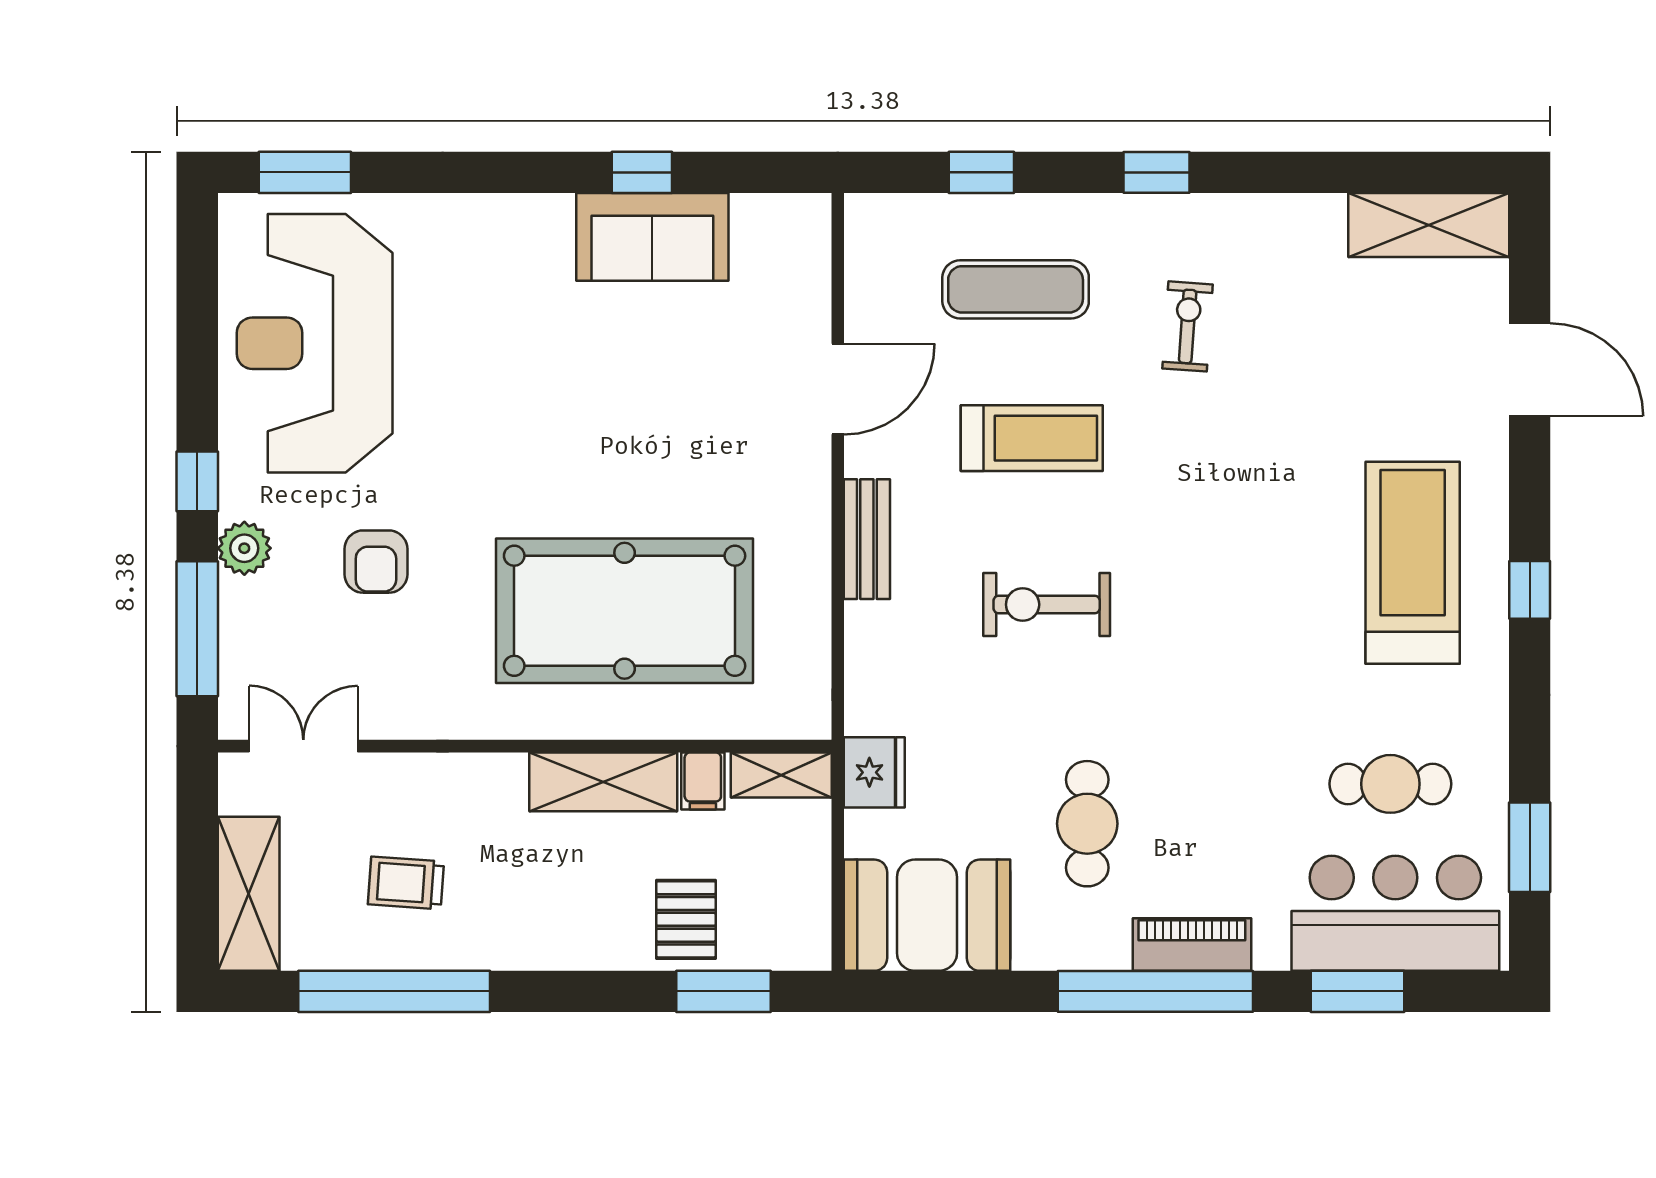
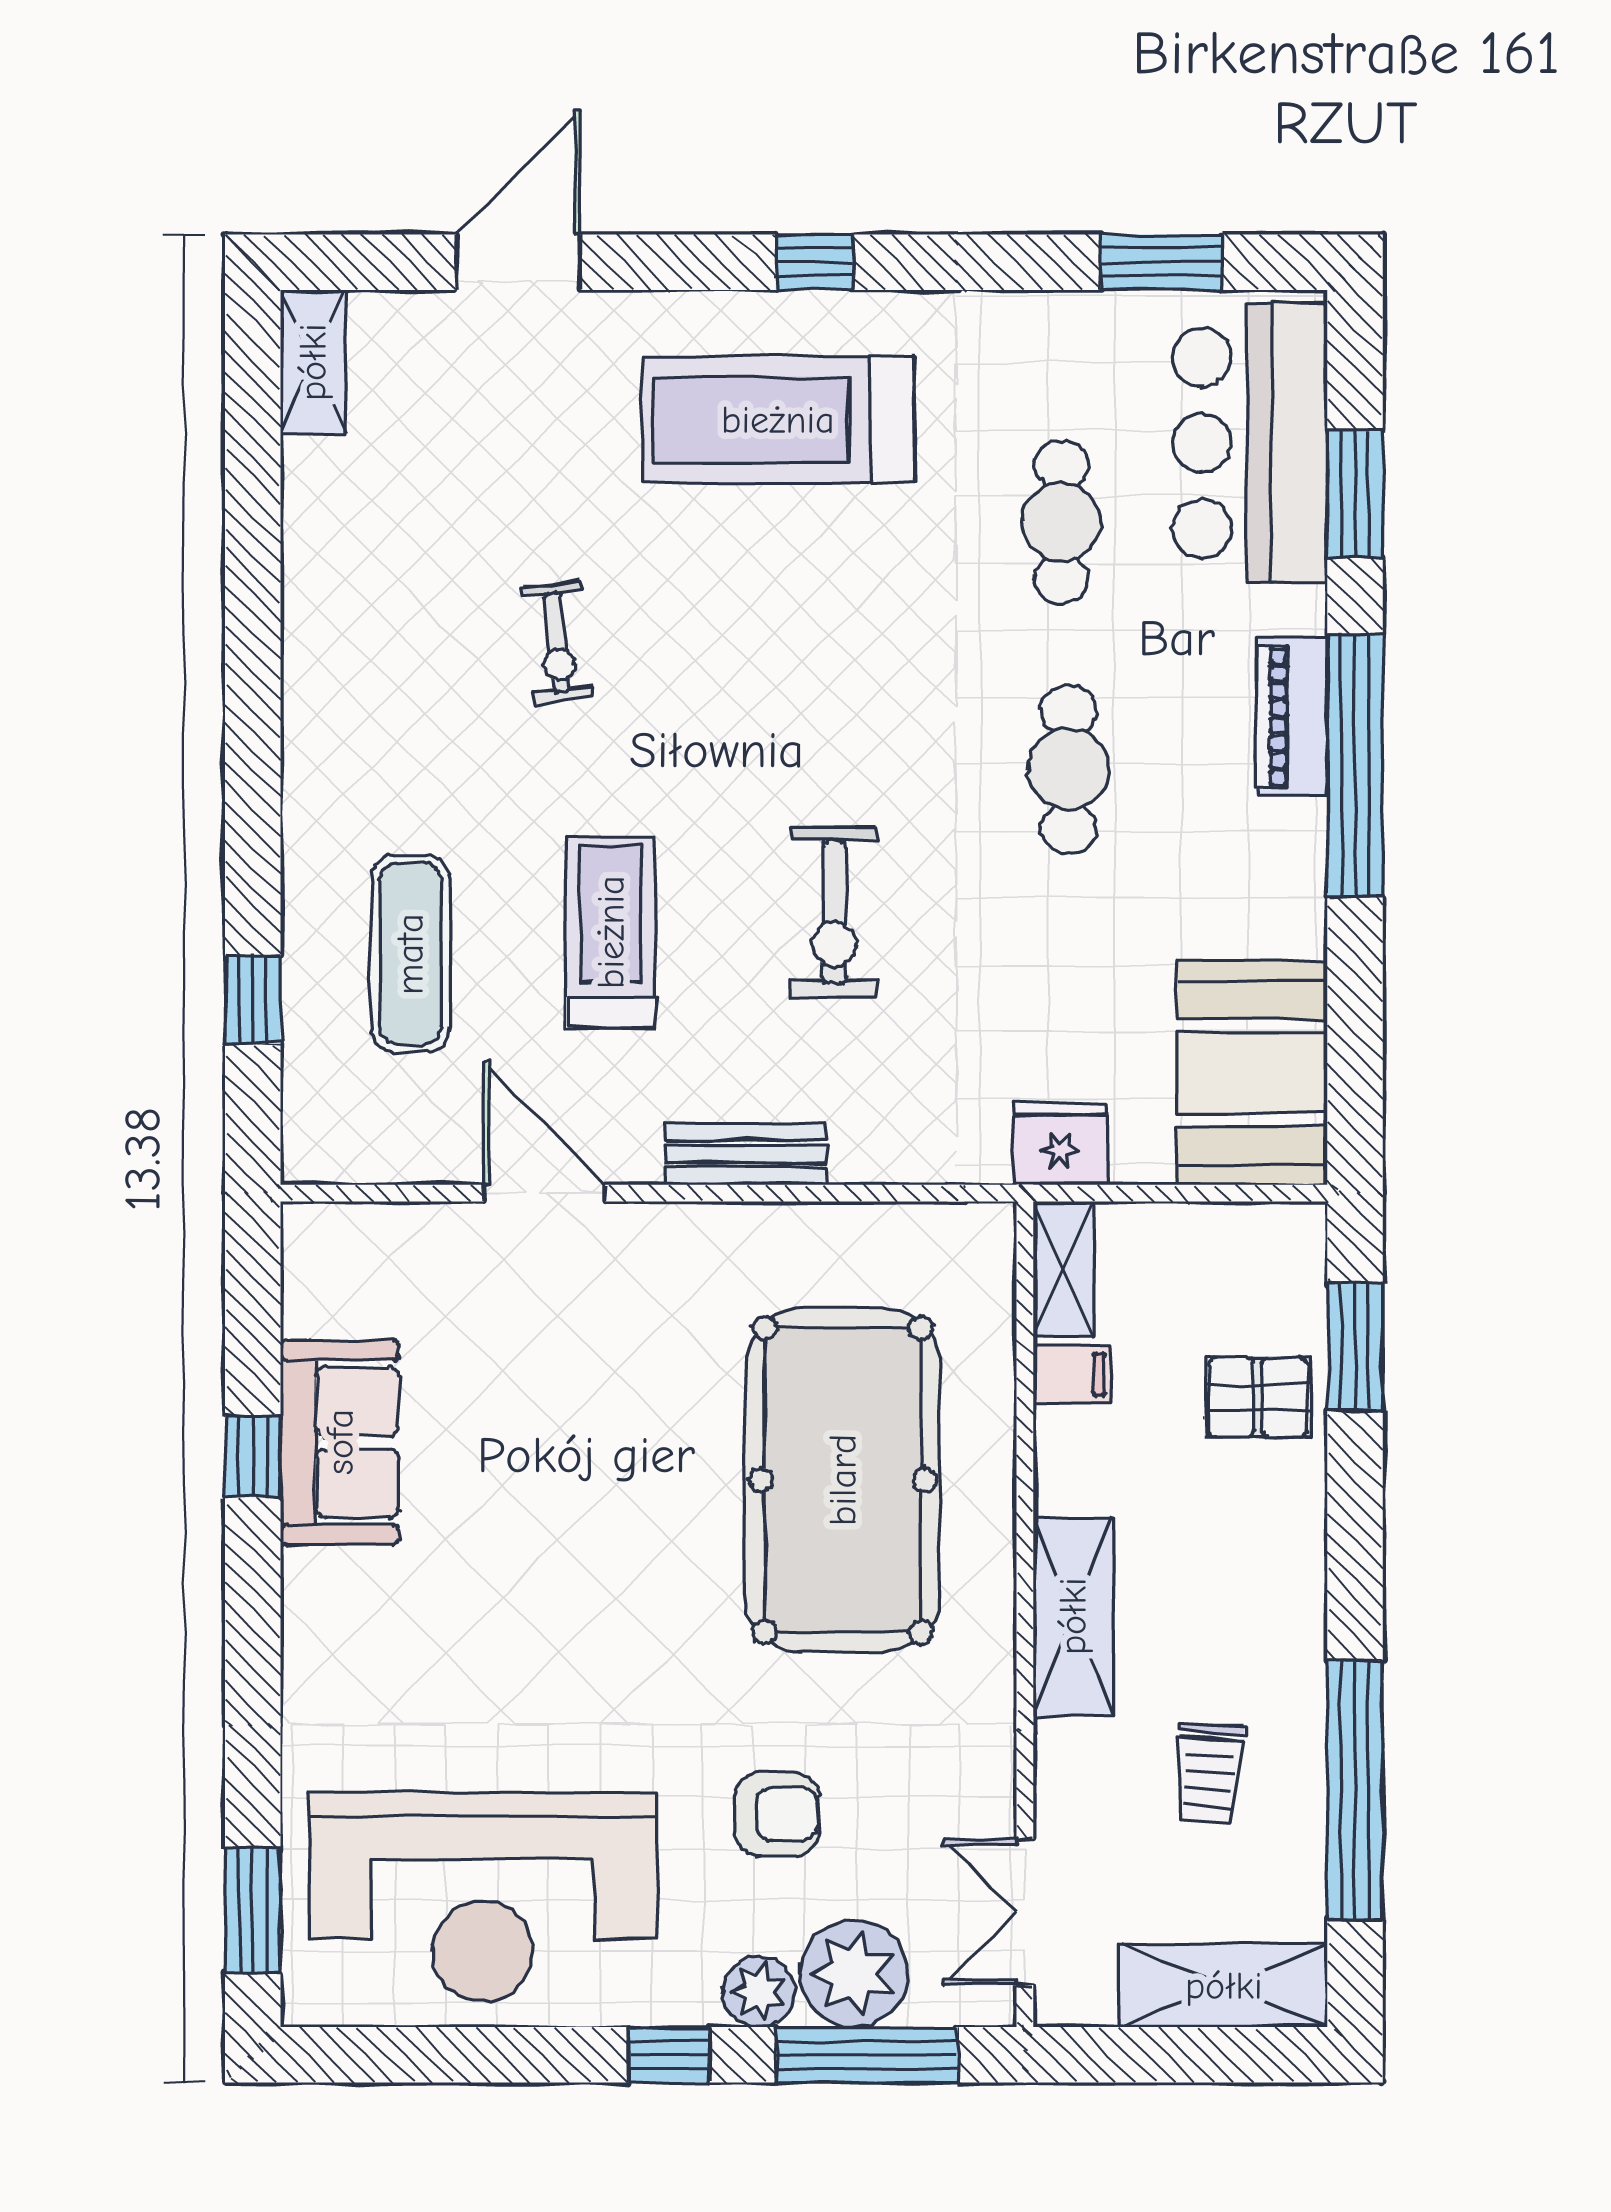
window: (1156, 172) -> (253, 764), removed
shelving: (1429, 225) -> (313, 362), width x0.67, depth x0.75
exercise bike: (1188, 326) -> (557, 643), moved, turned -100
plant: (258, 619) -> (854, 1974), added
shelving: (603, 782) -> (1073, 1616), moved
cafe table: (1390, 784) -> (1061, 522), moved
cafe table: (1087, 824) -> (1069, 769), moved, turned 90

